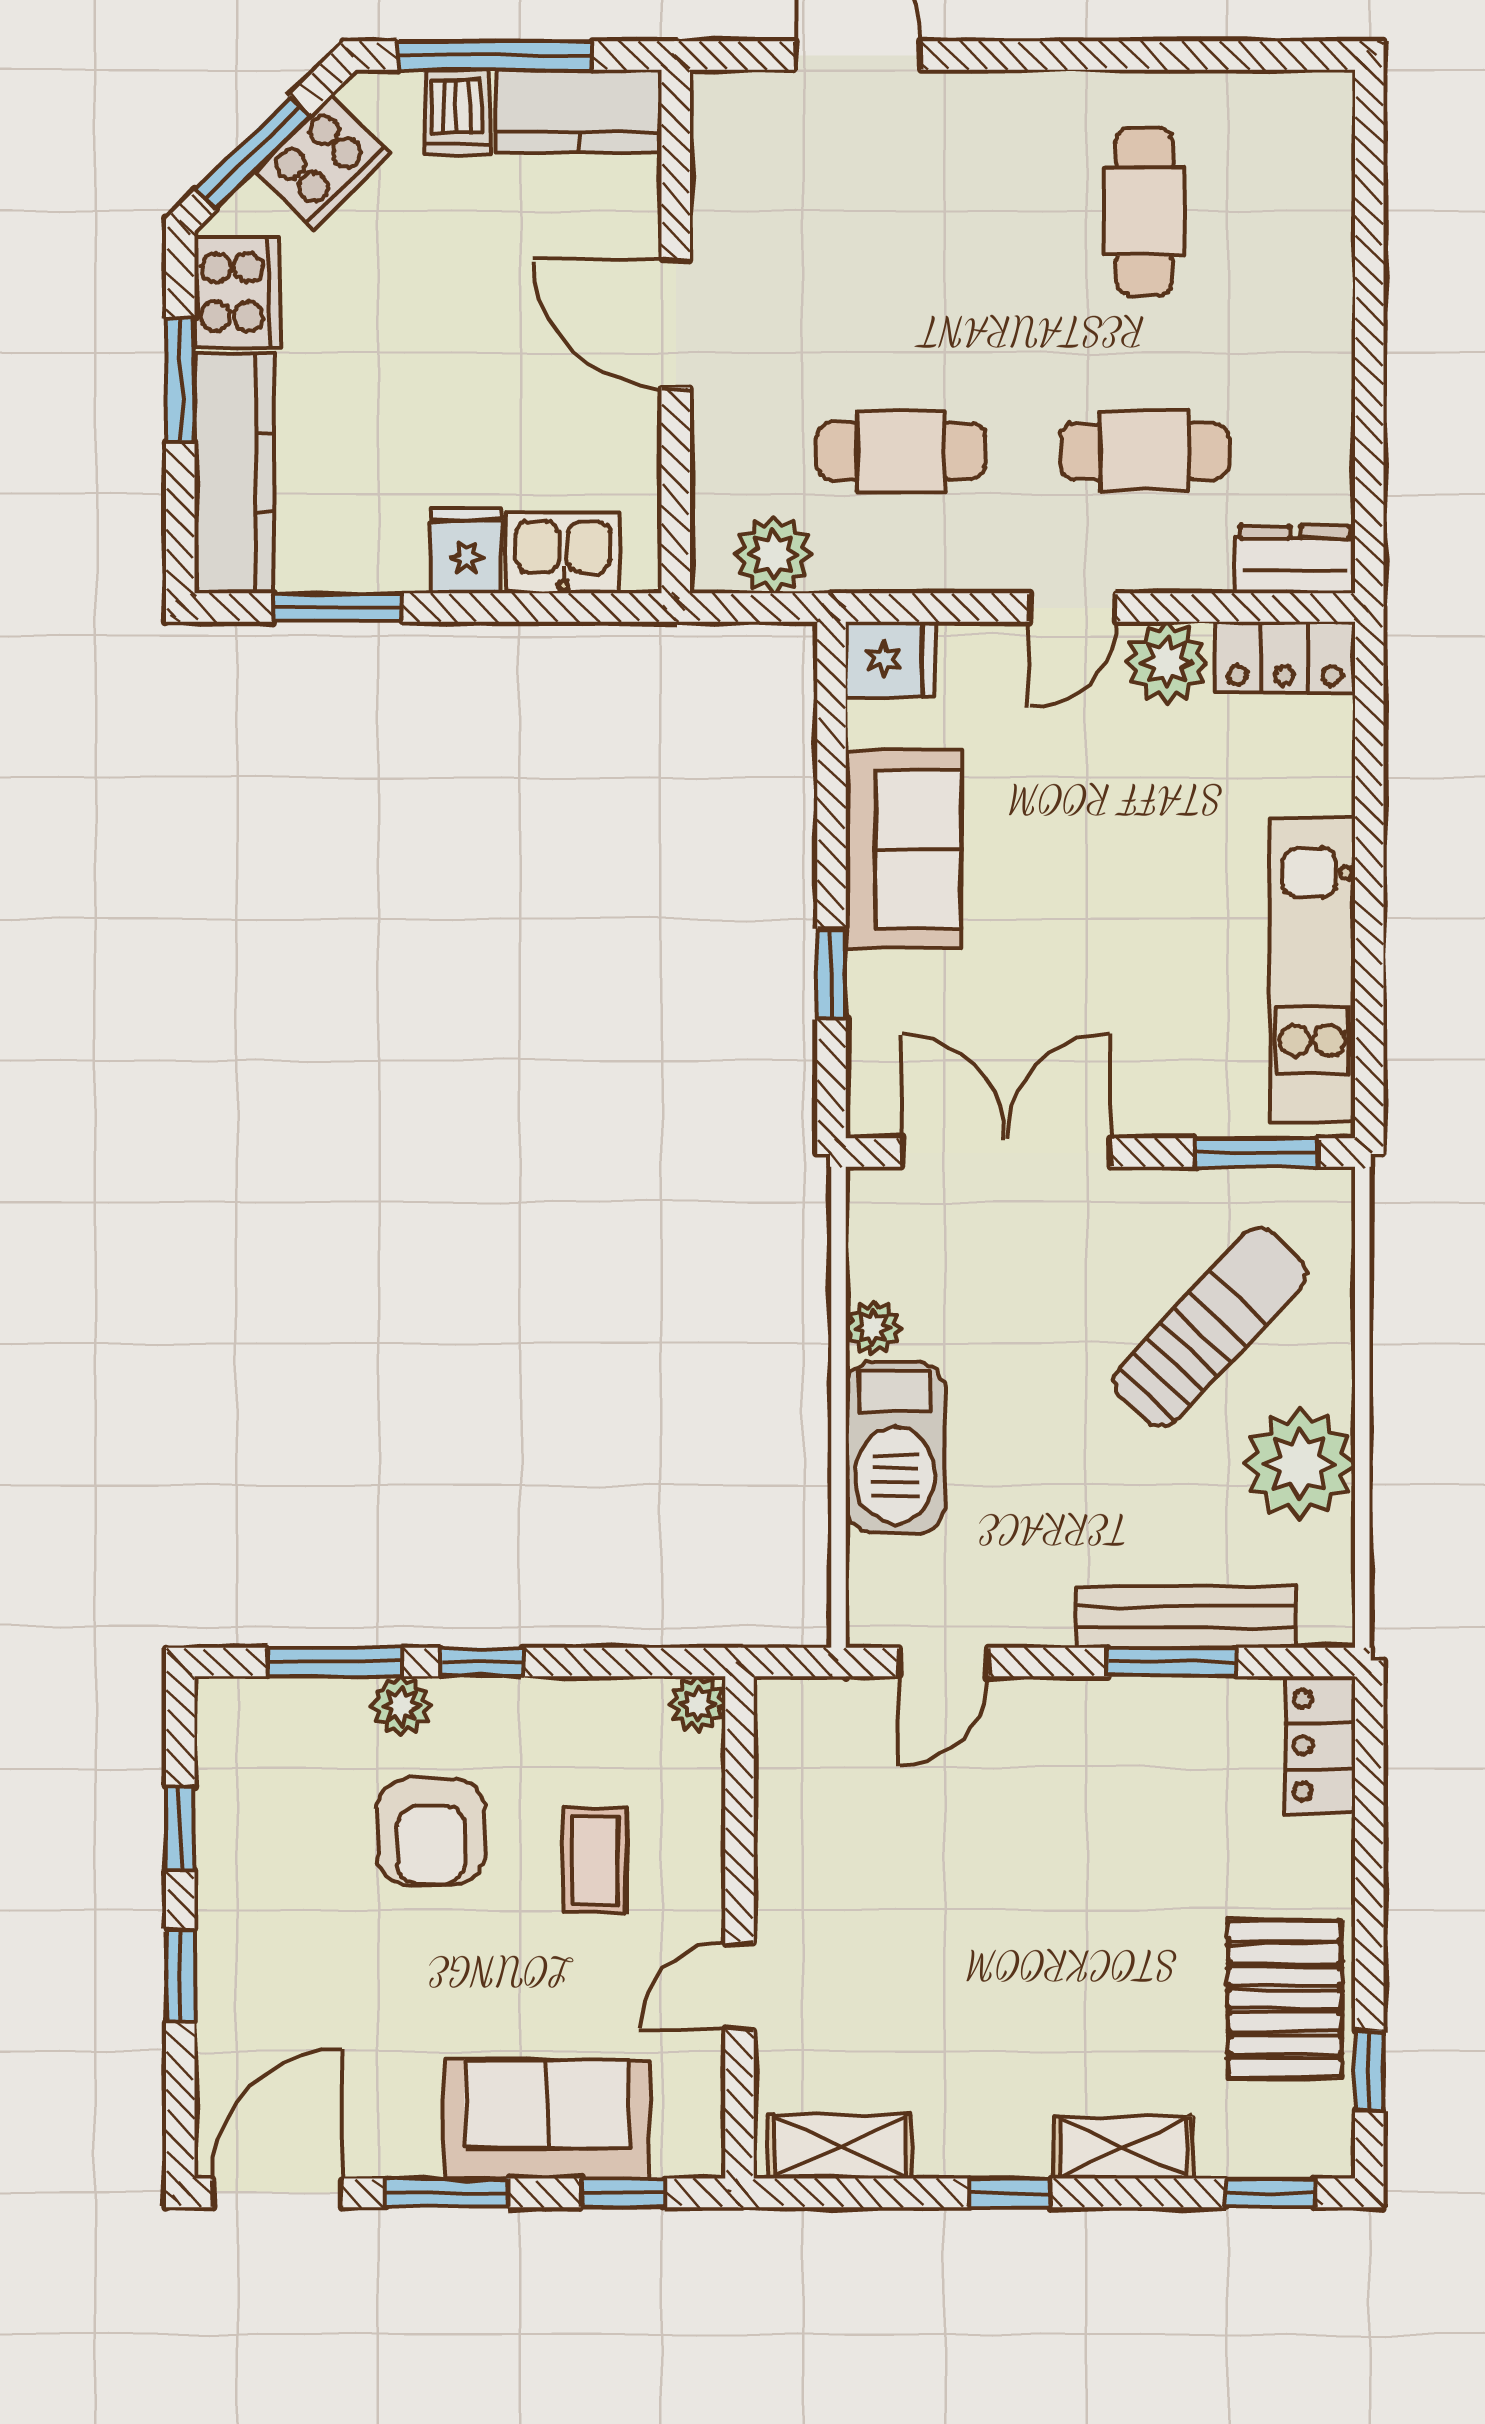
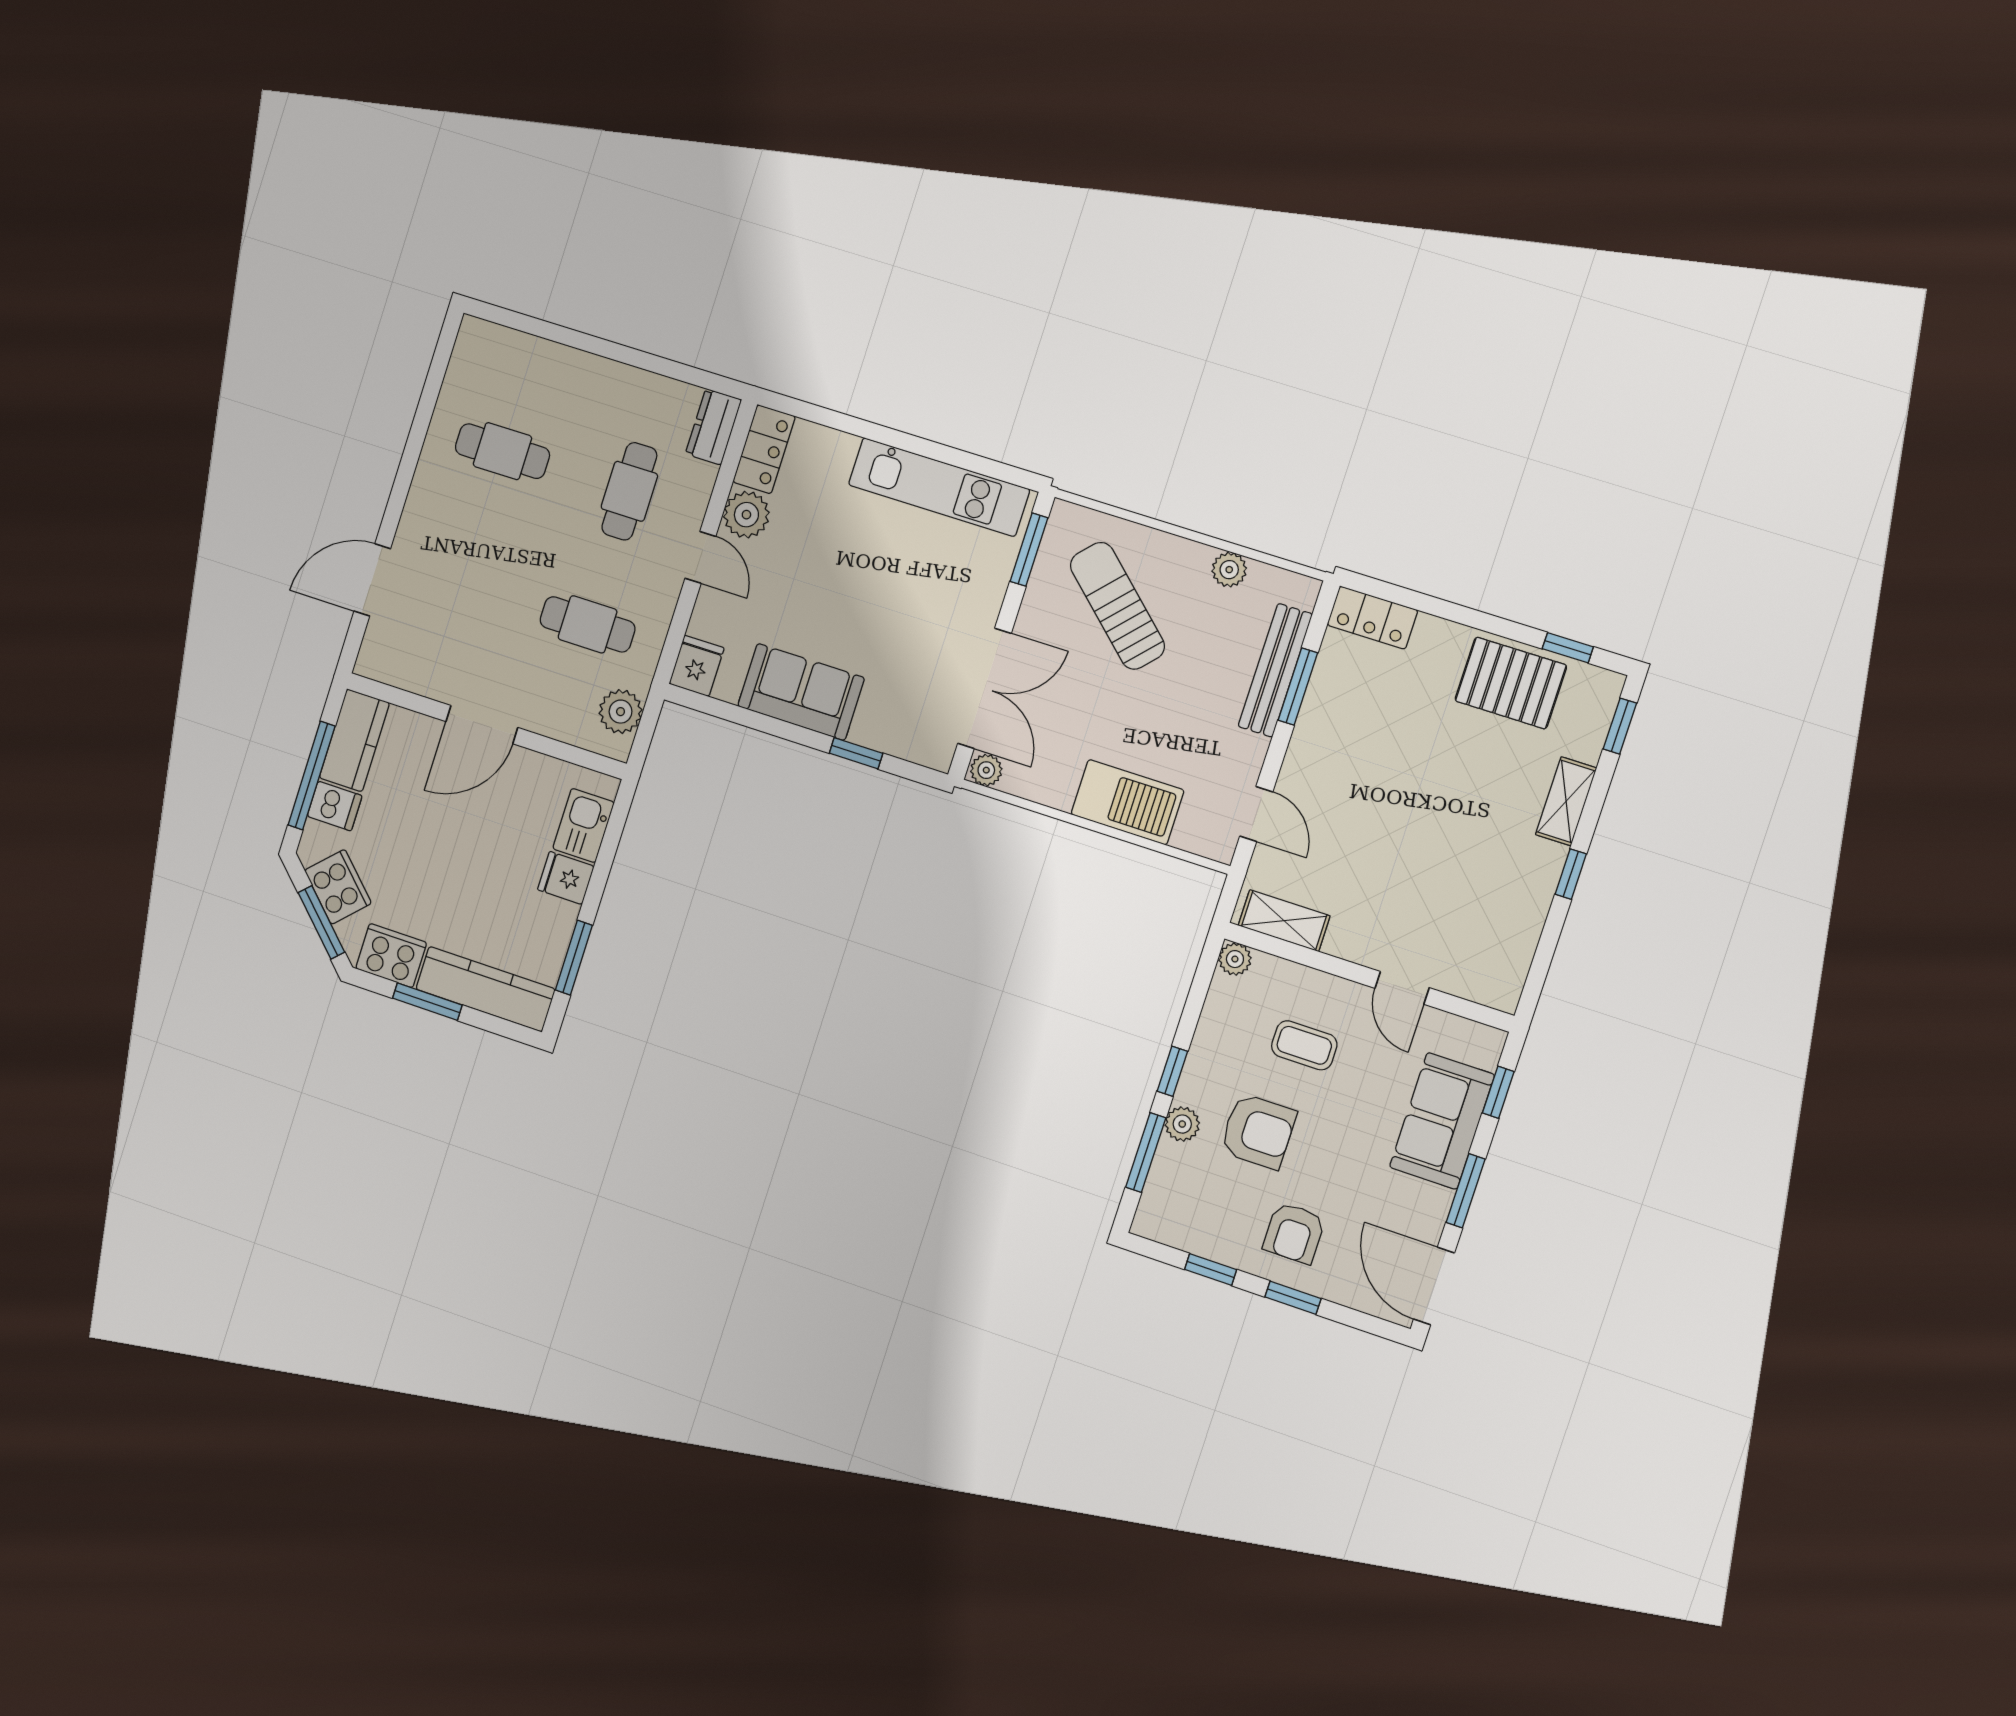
cafe table: (901, 451) -> (588, 624), turned 90
double door: (1006, 1153) -> (984, 688), swing flipped
plant: (873, 1328) -> (986, 770), moved
plant: (1299, 1464) -> (1229, 570), width x0.53, depth x0.53
armchair: (286, 1943) -> (1294, 1233), added
shelving: (840, 2147) -> (1284, 921), moved, turned 90

